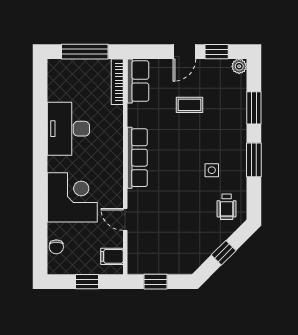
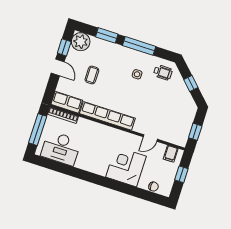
plant: (239, 66) -> (81, 42), width x1.88, depth x1.88
desk: (68, 129) -> (61, 148), moved
row of seats: (137, 158) -> (107, 116), width x1.36
window: (254, 160) -> (139, 46), width x1.44

